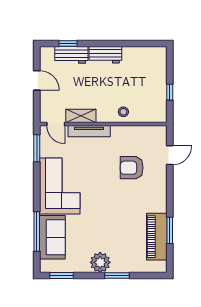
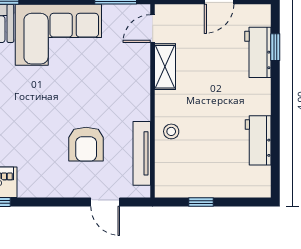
workbench: (105, 55) -> (258, 140), moved
tv unit: (89, 131) -> (142, 153), moved
armchair: (132, 168) -> (86, 144), turned 180

